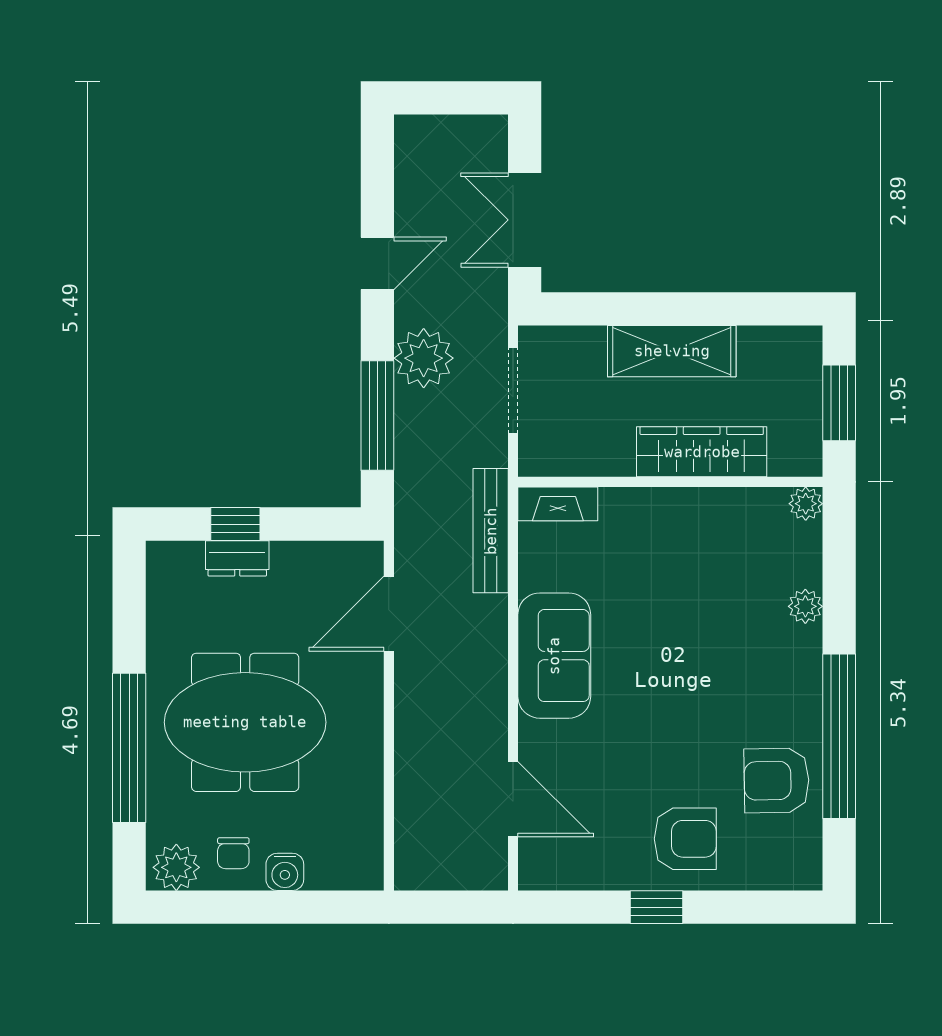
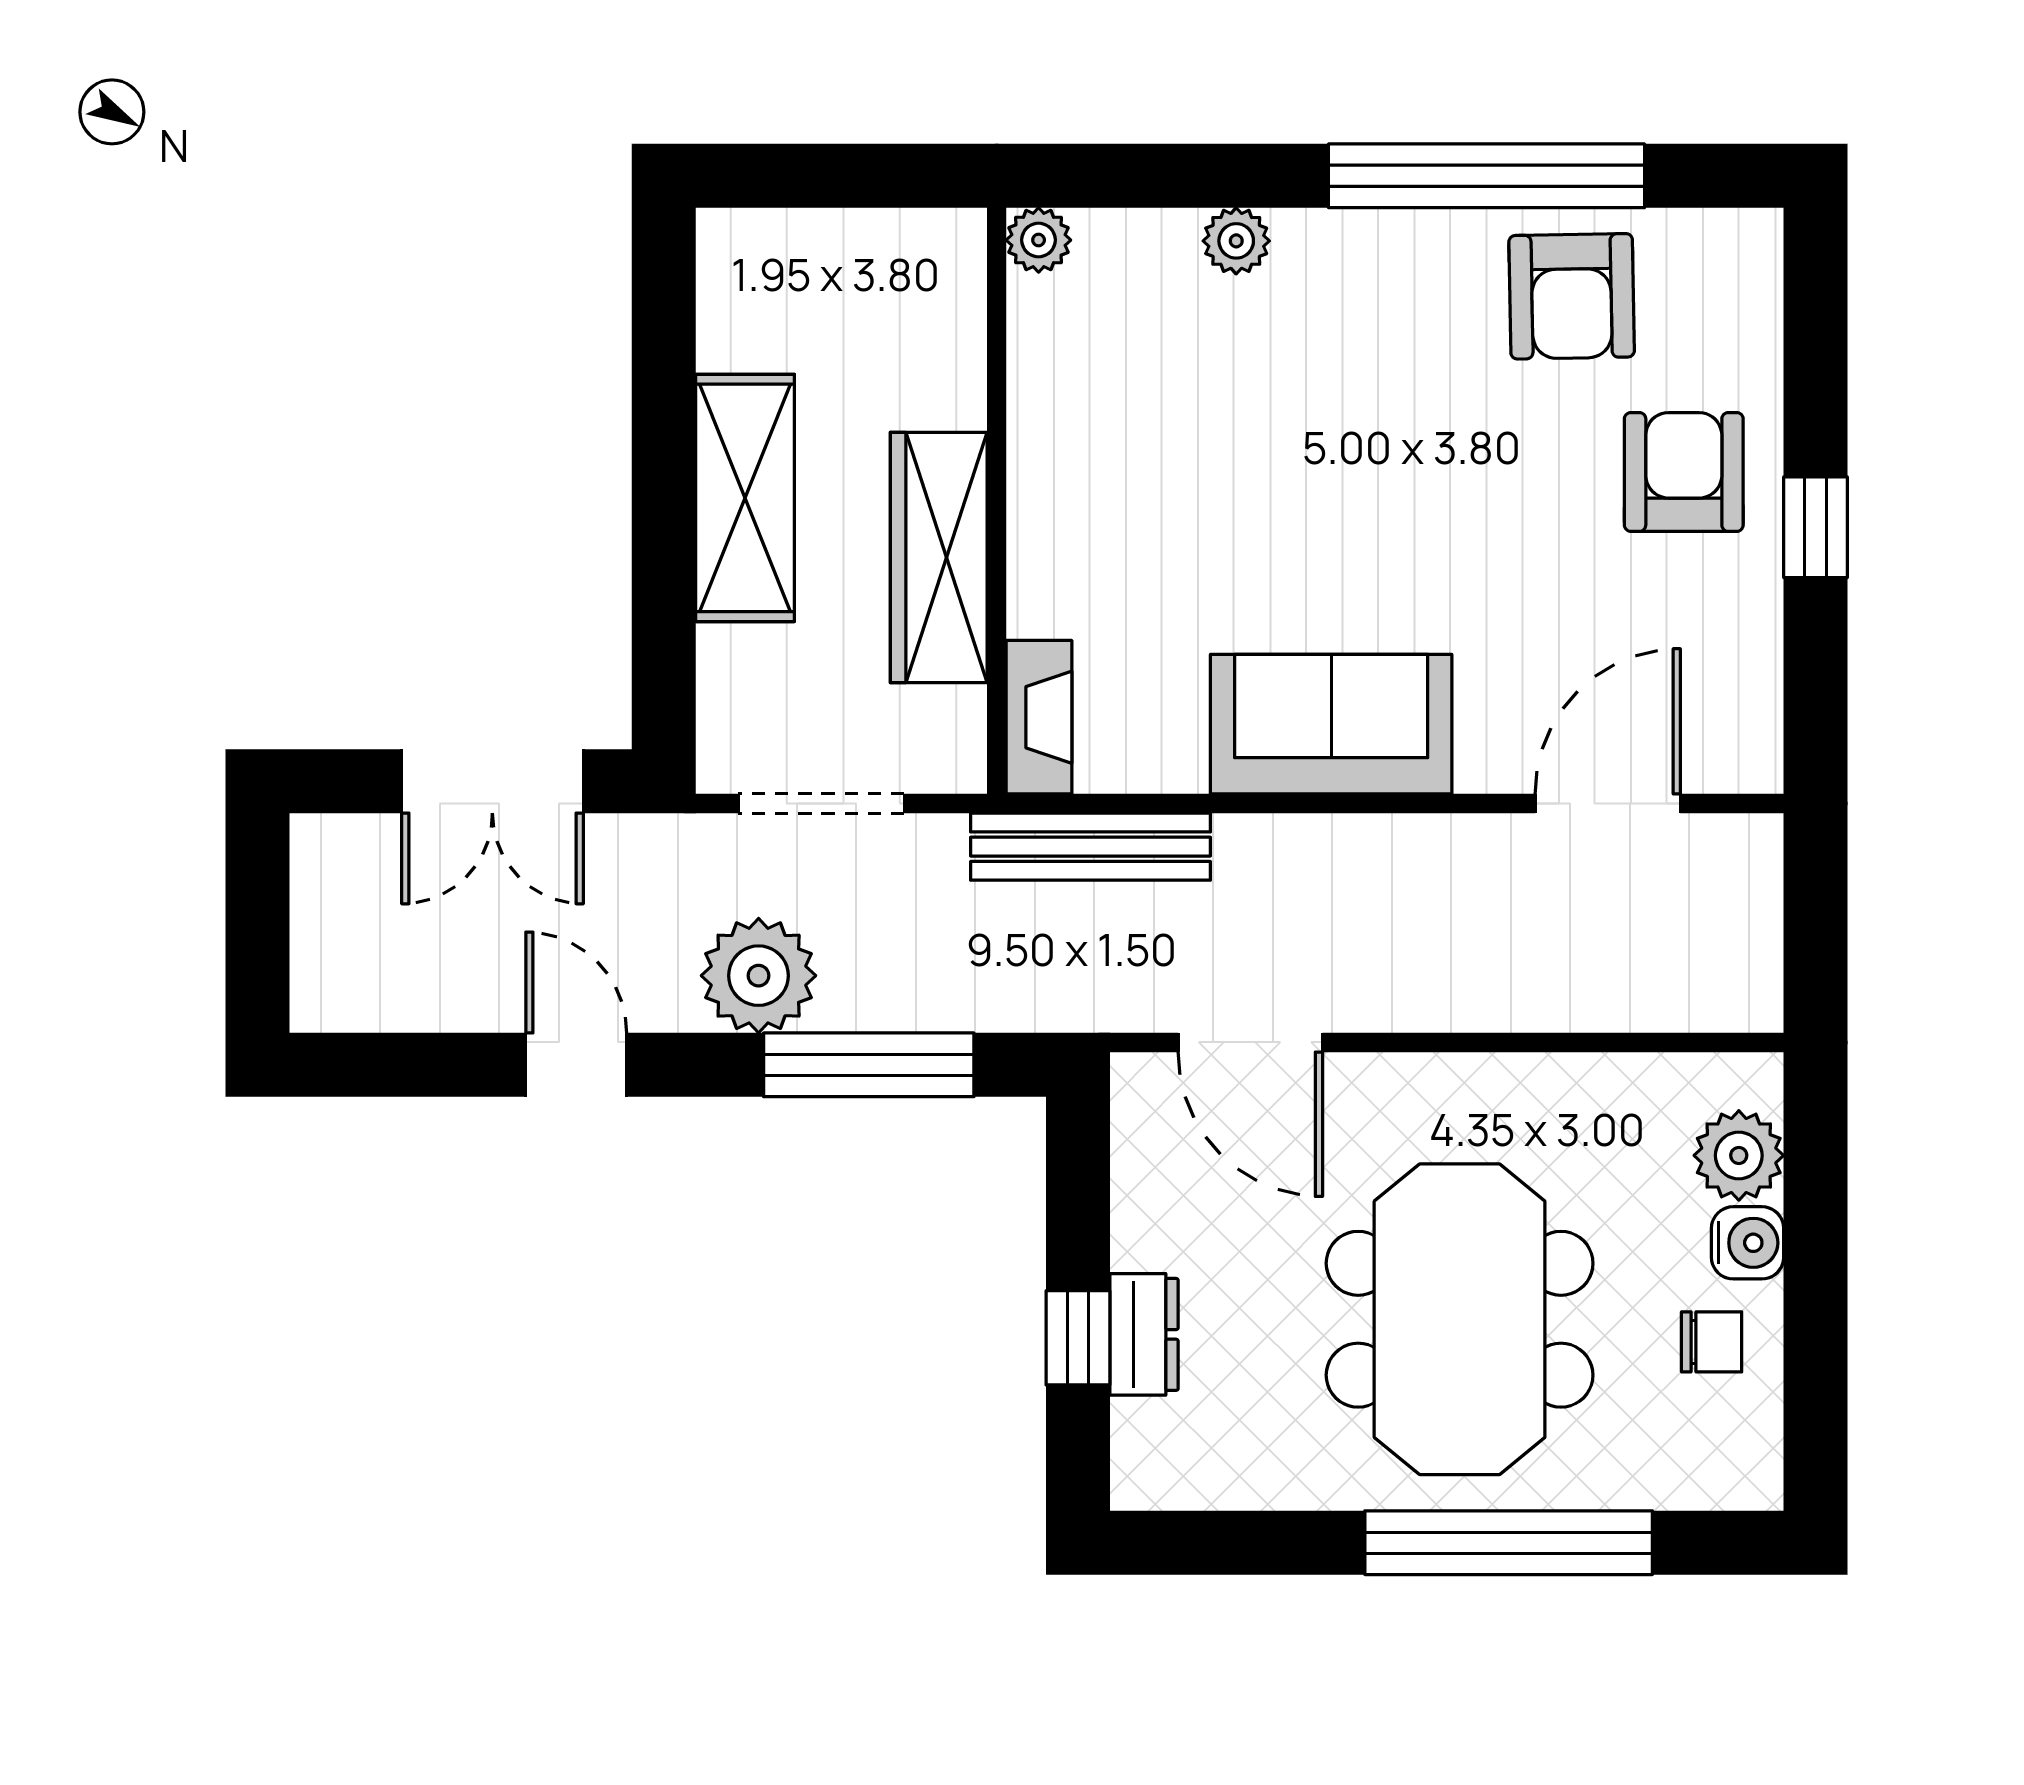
window: (839, 403) -> (844, 176), removed
wardrobe: (702, 452) -> (939, 557), moved
plant: (176, 867) -> (1739, 1155), moved

